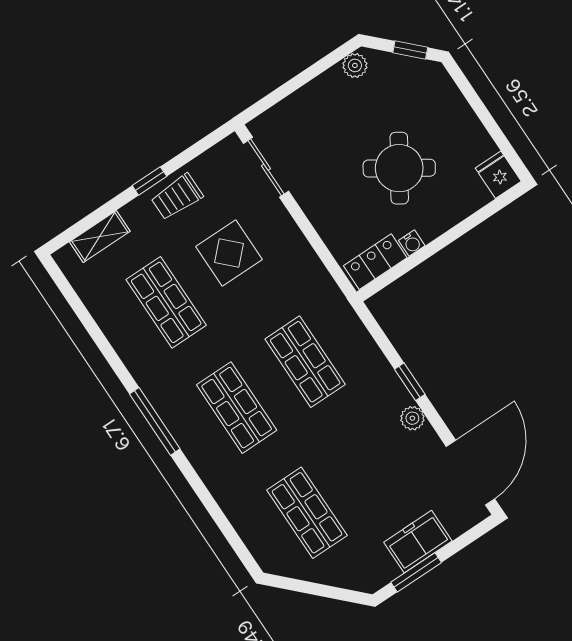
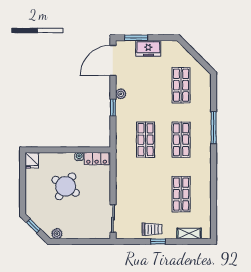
display table: (229, 253) -> (147, 197), removed
window: (155, 421) -> (214, 128), moved
window: (416, 572) -> (136, 38), moved

